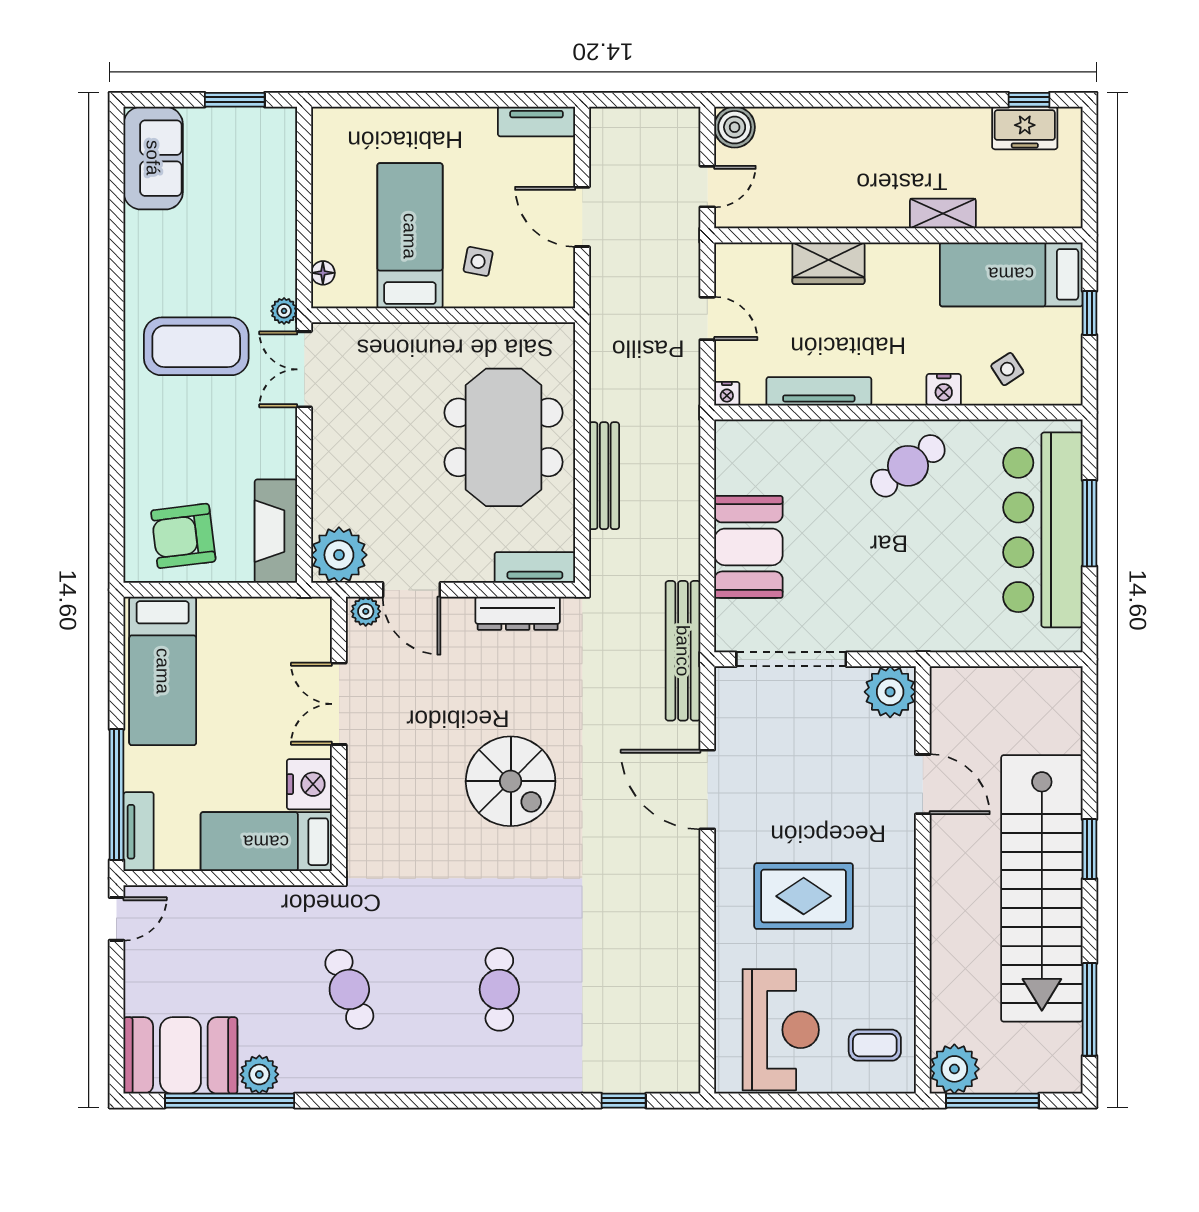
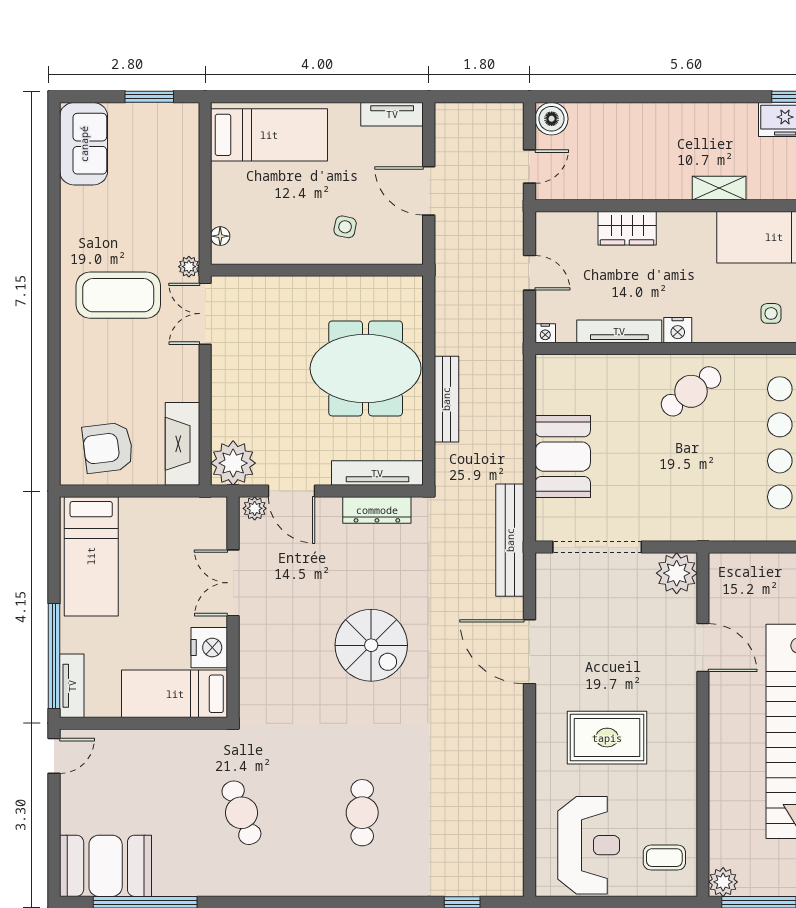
bed: (410, 236) -> (269, 135), moved, turned 90
side table: (1007, 369) -> (771, 313), turned 33
nightstand: (944, 390) -> (678, 330), moved
meeting table: (504, 437) -> (366, 368), turned 90
tv unit: (535, 567) -> (377, 473), width x1.41
plant: (954, 1069) -> (723, 882), width x0.73, depth x0.73
plant: (259, 1074) -> (169, 881), removed

